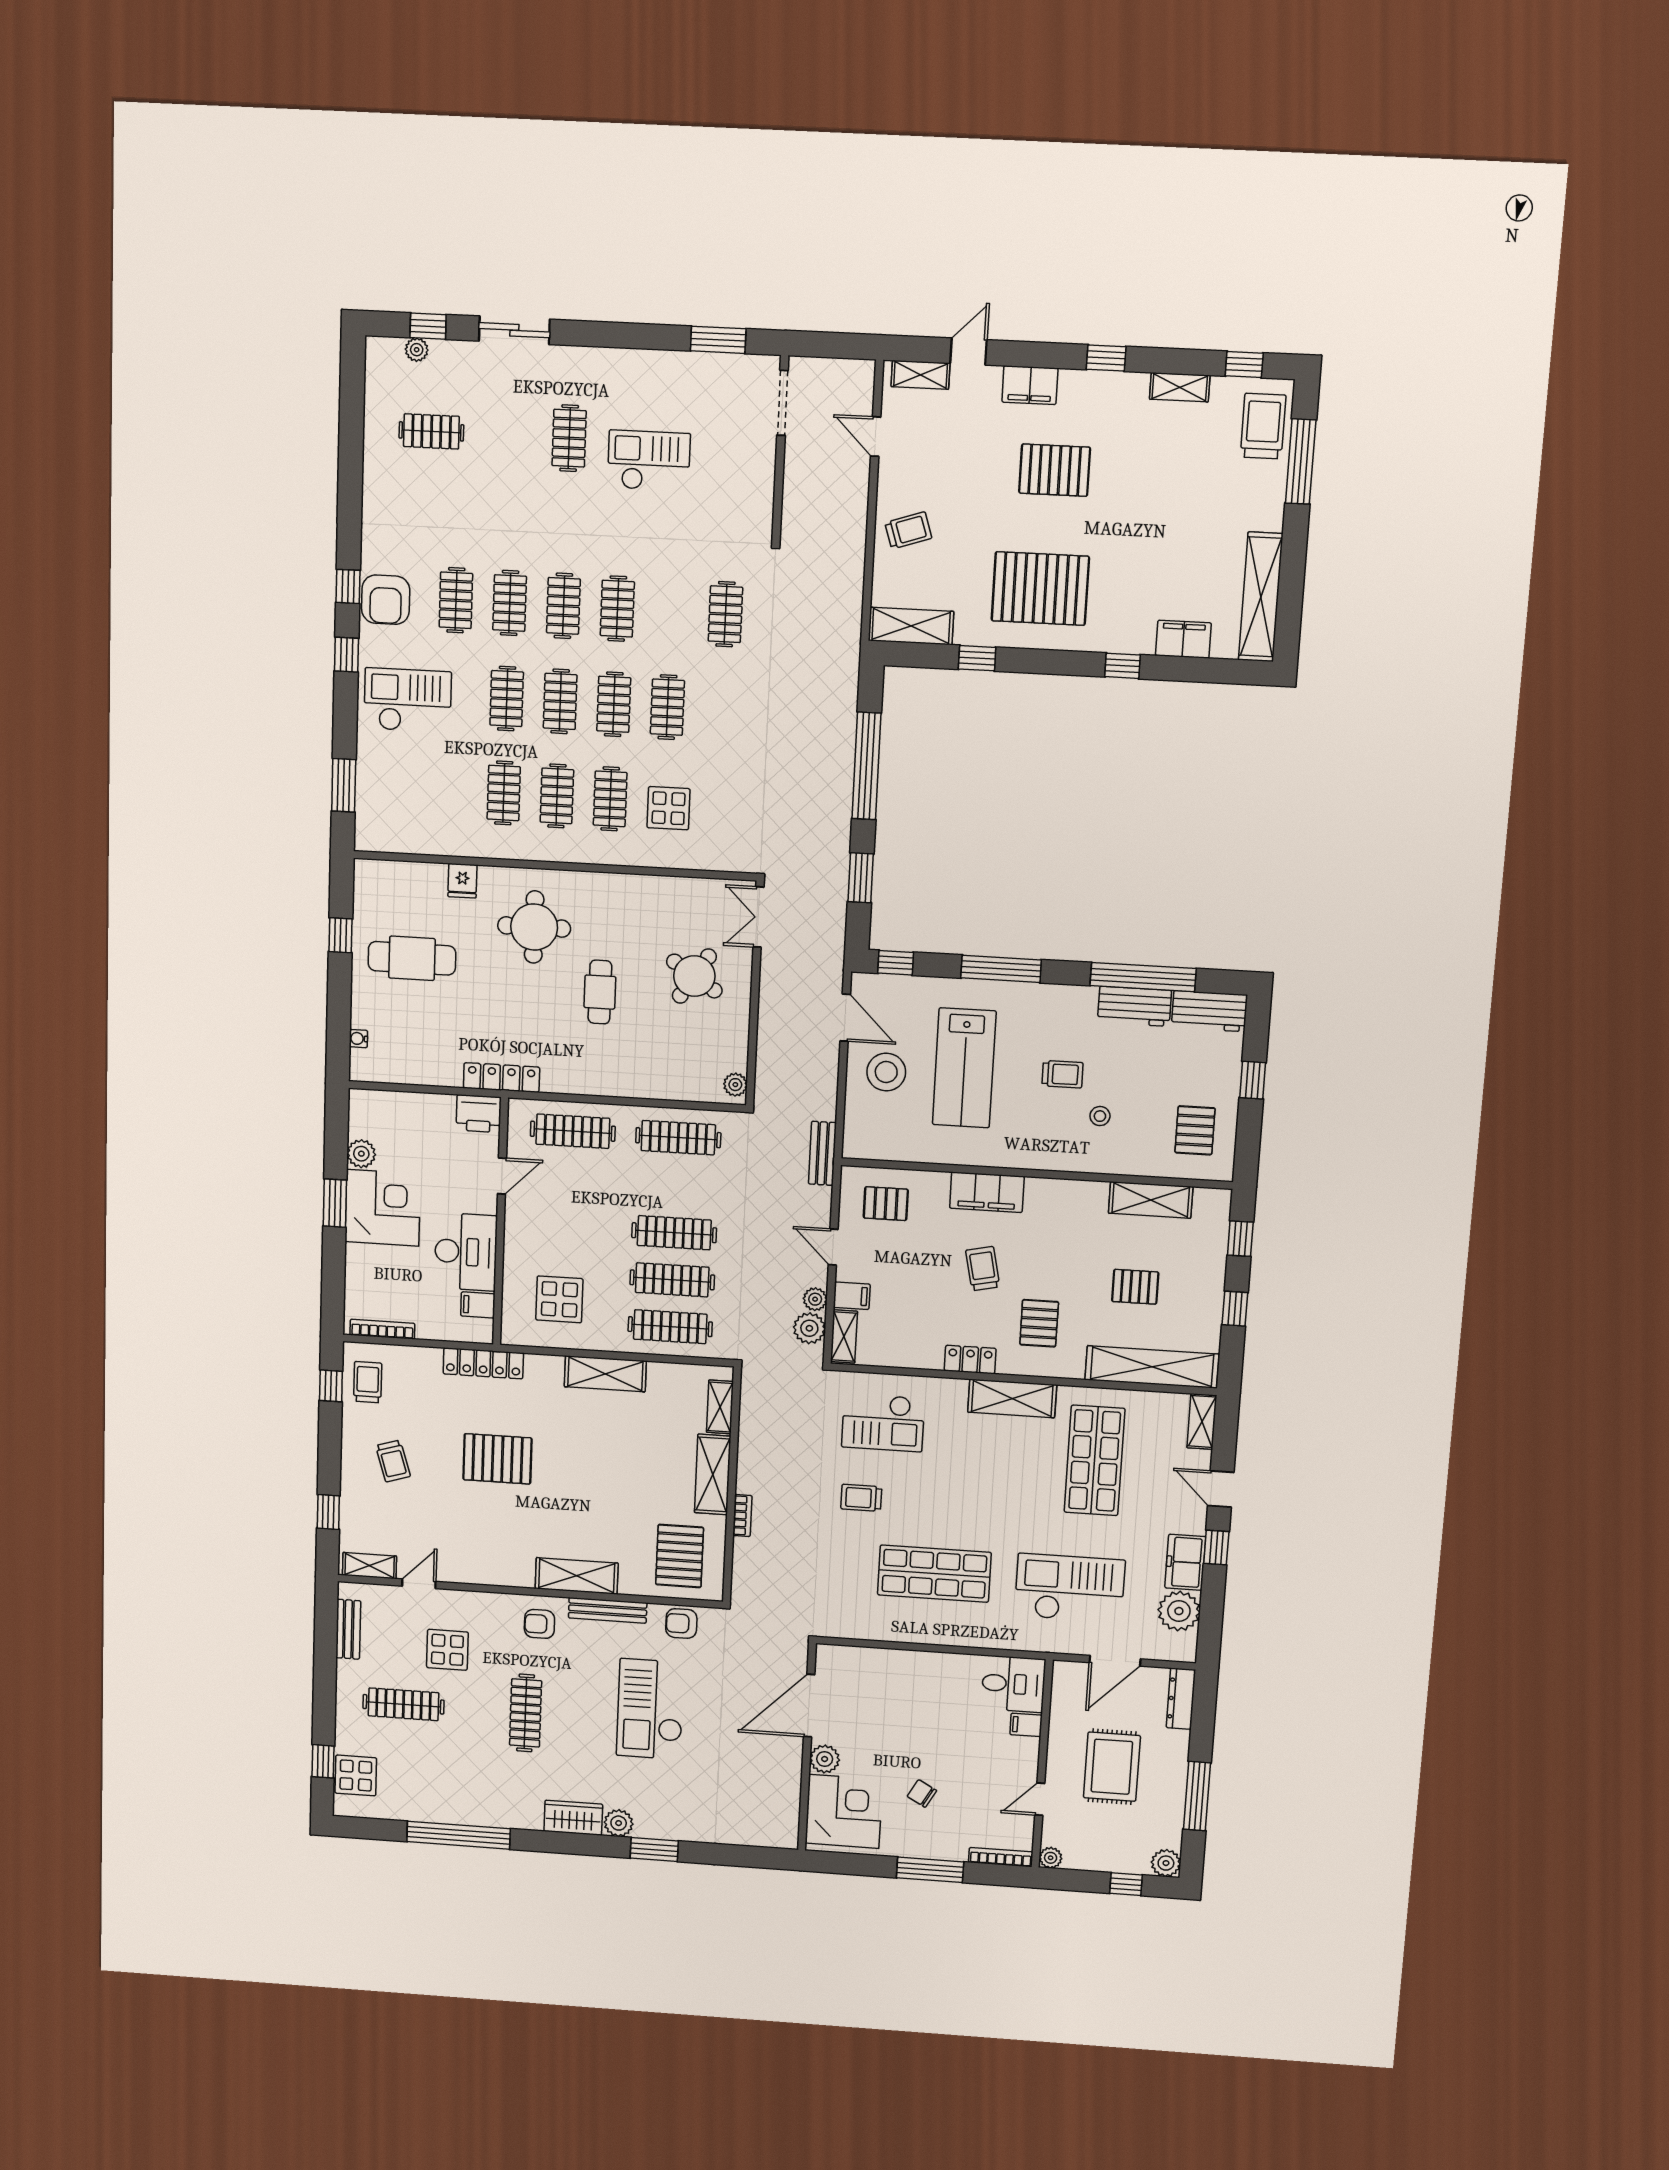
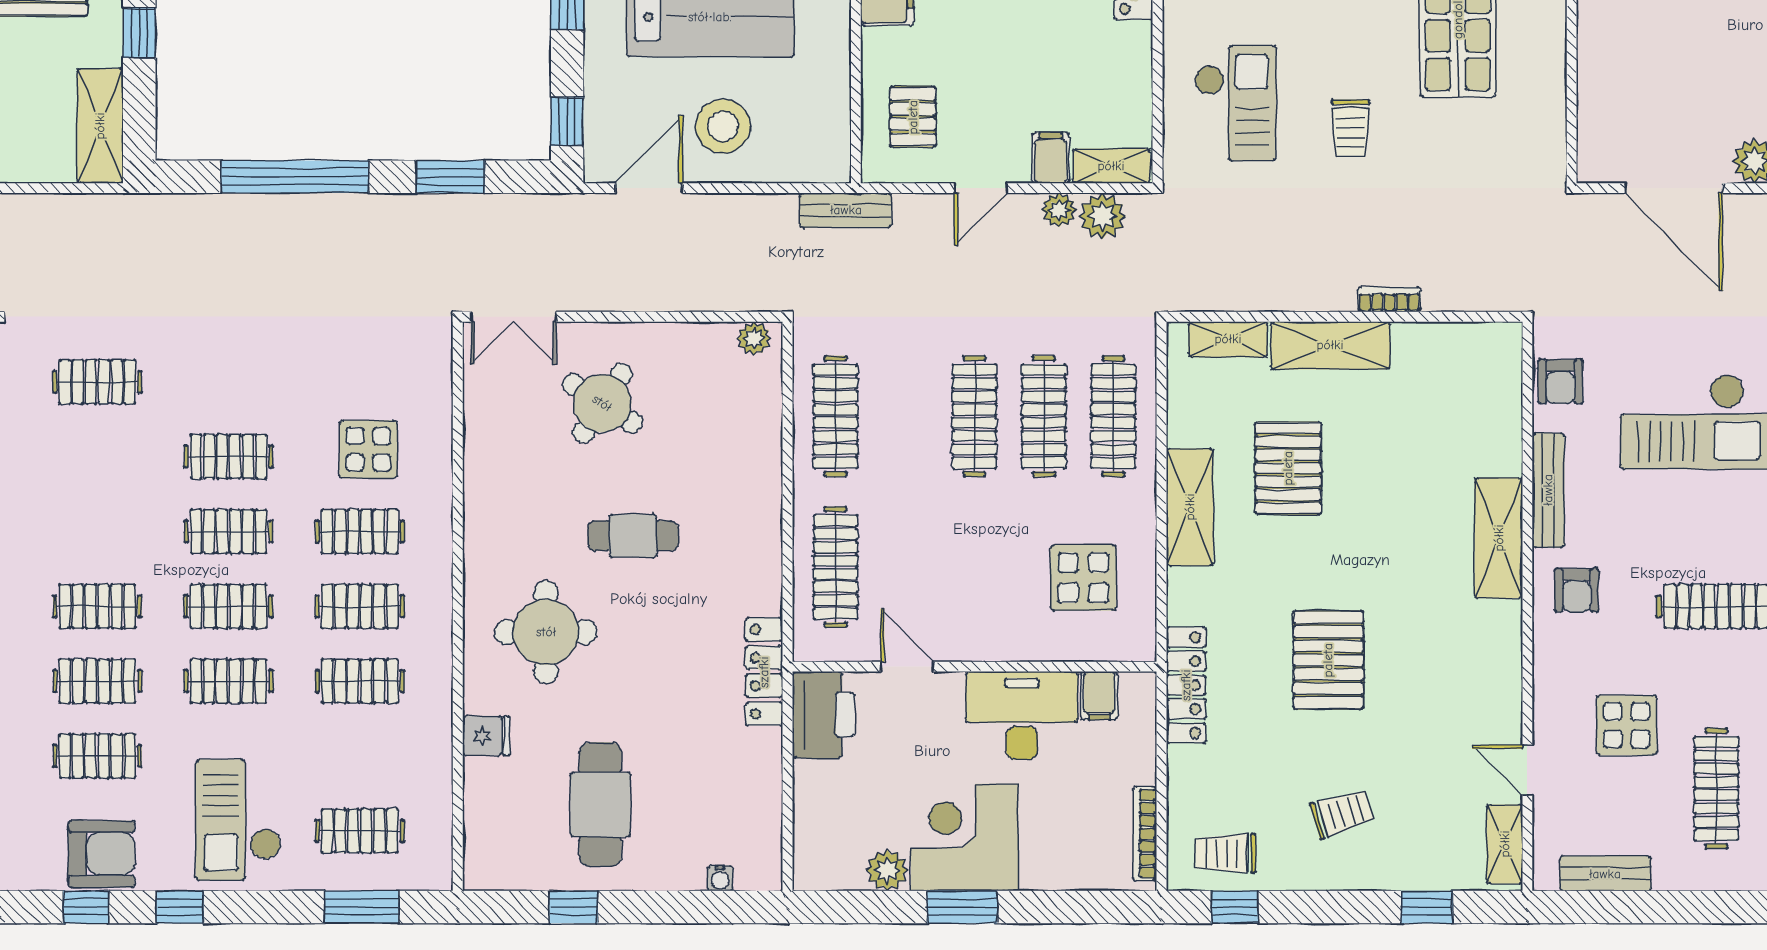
clothes rail: (617, 609) -> (360, 831), moved
printer: (479, 1114) -> (823, 715), width x1.37, depth x1.19
pallet: (680, 1556) -> (1288, 468), moved, turned 90

